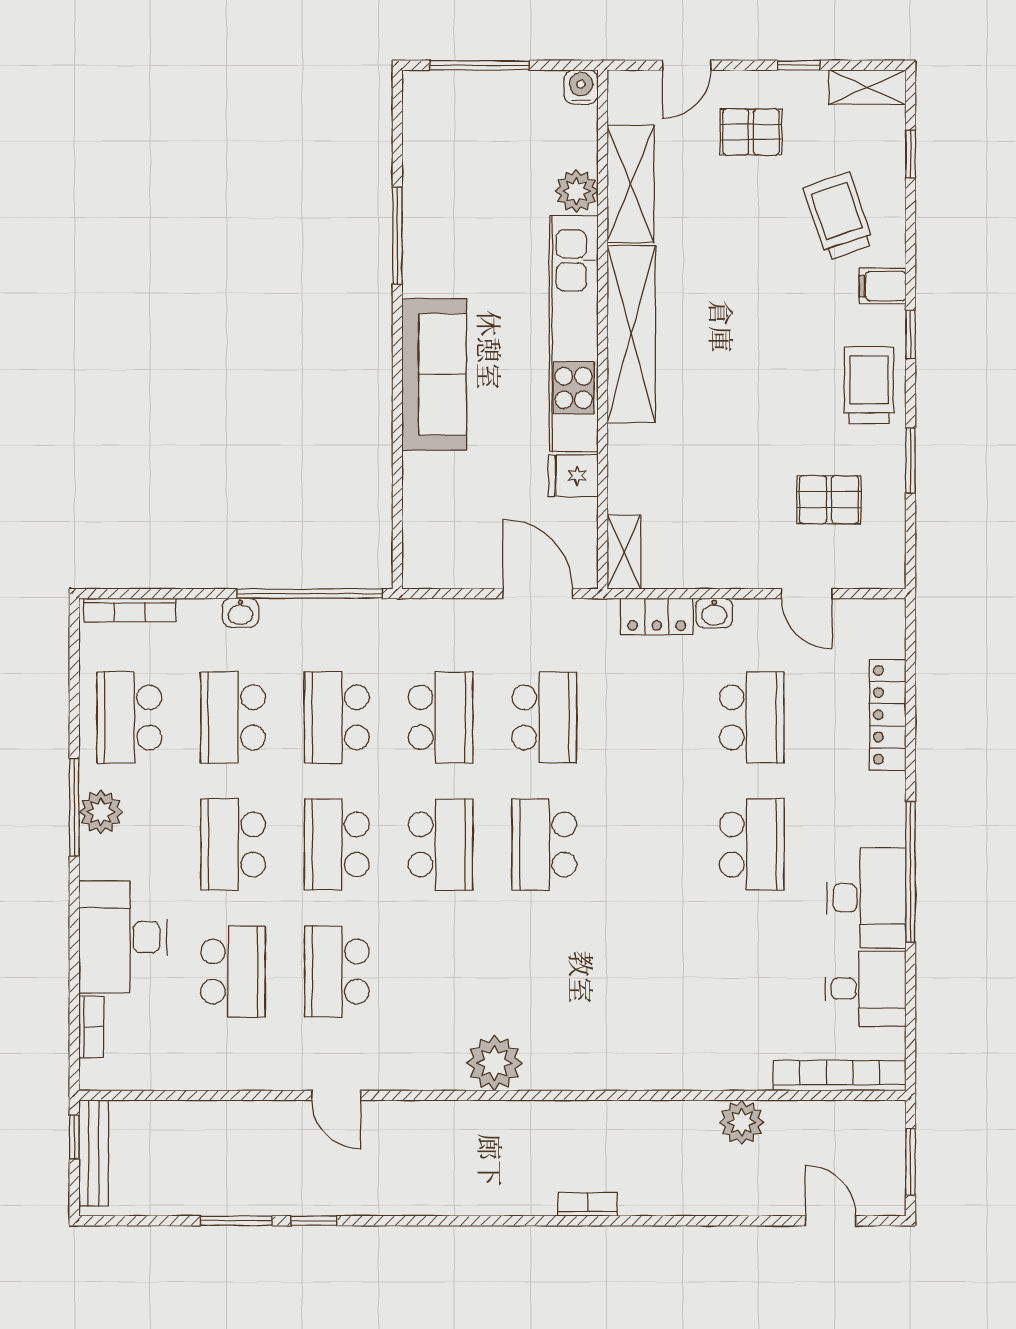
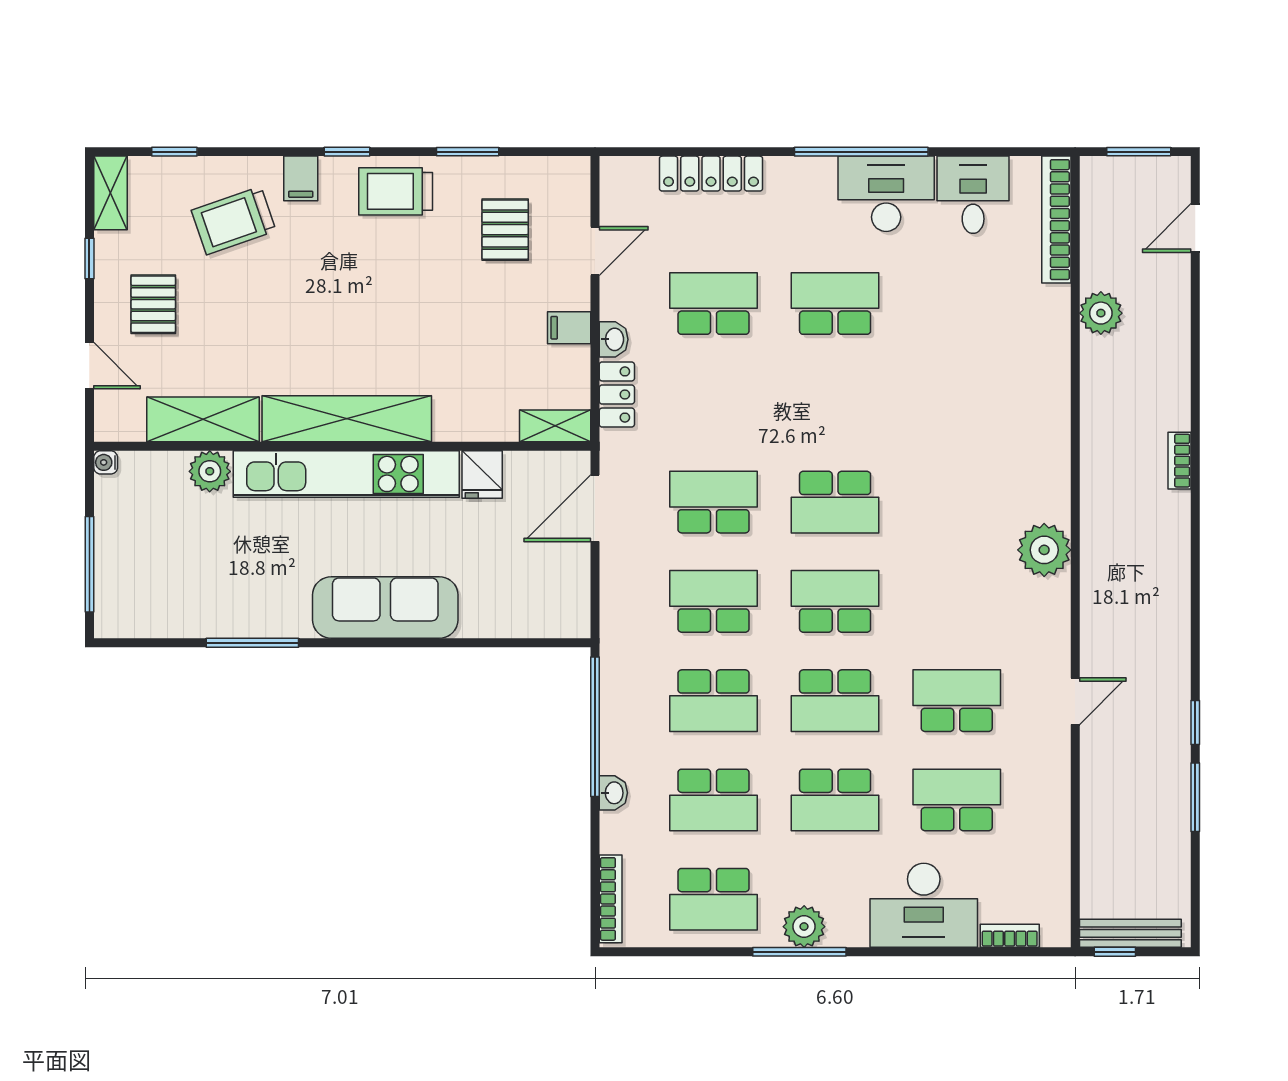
water cooler: (581, 87) -> (106, 462), width x0.72, depth x0.72
filing cabinet: (727, 567) -> (569, 328), added
school desk: (337, 972) -> (957, 701), turned 180

